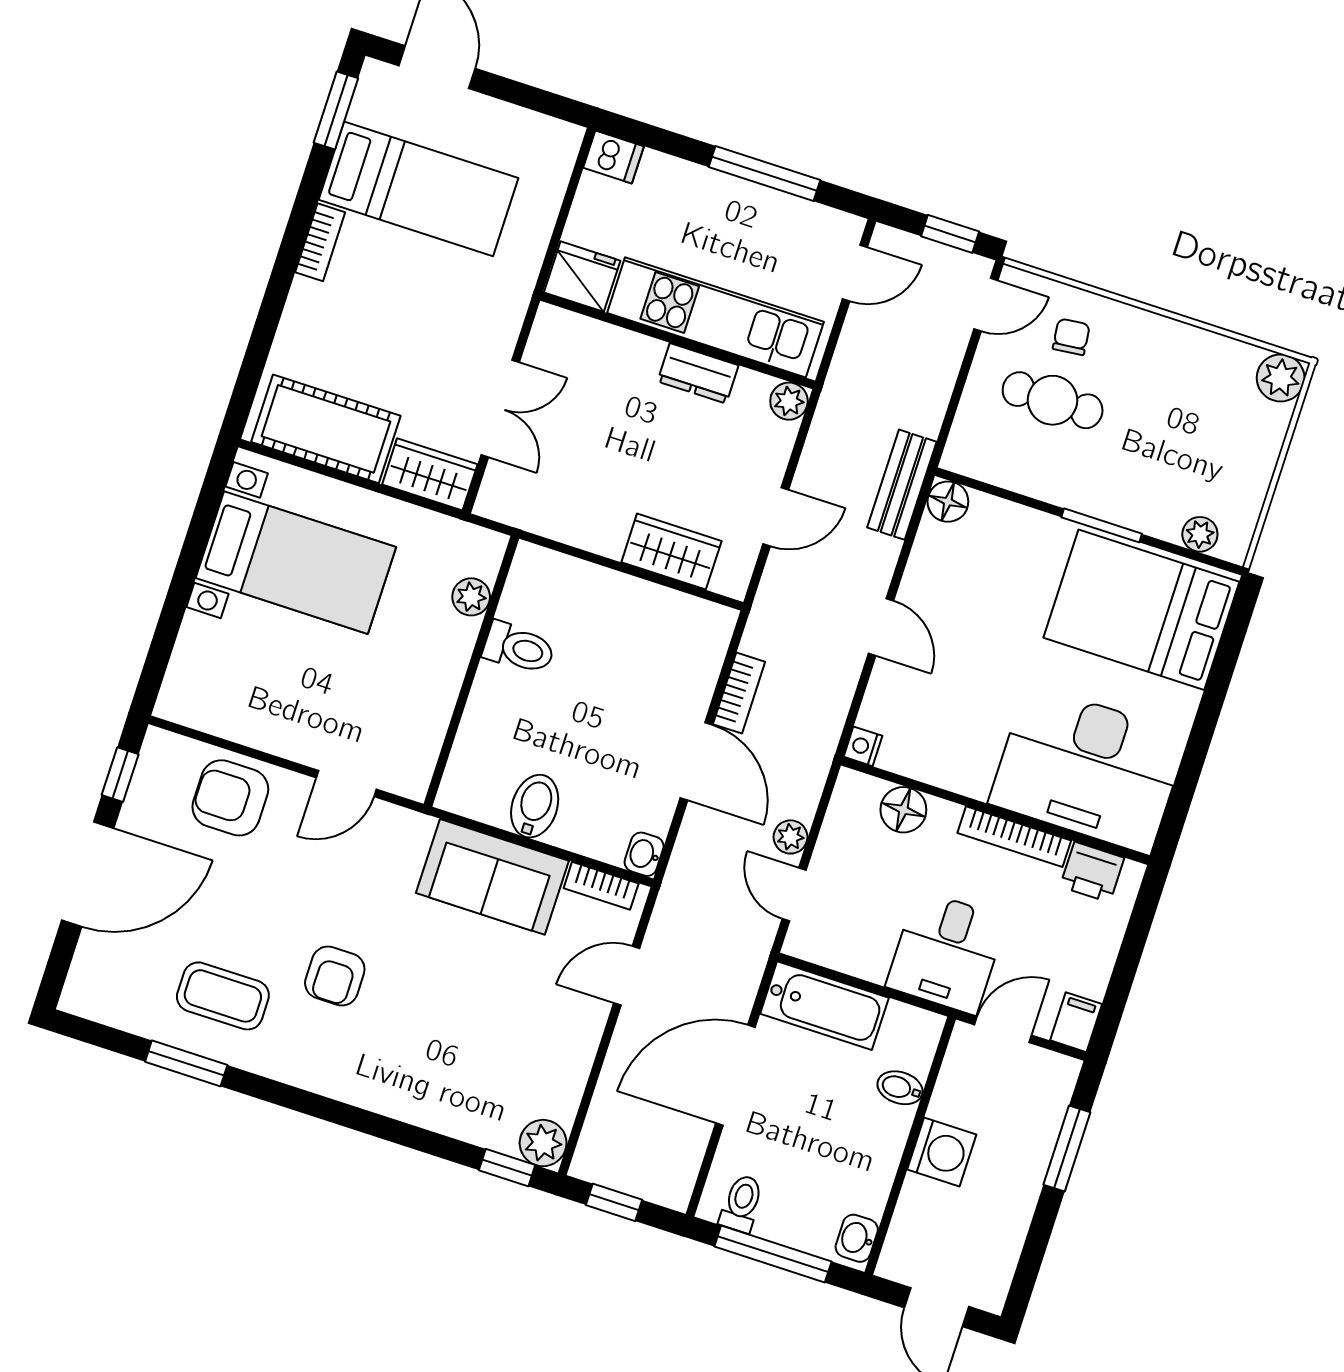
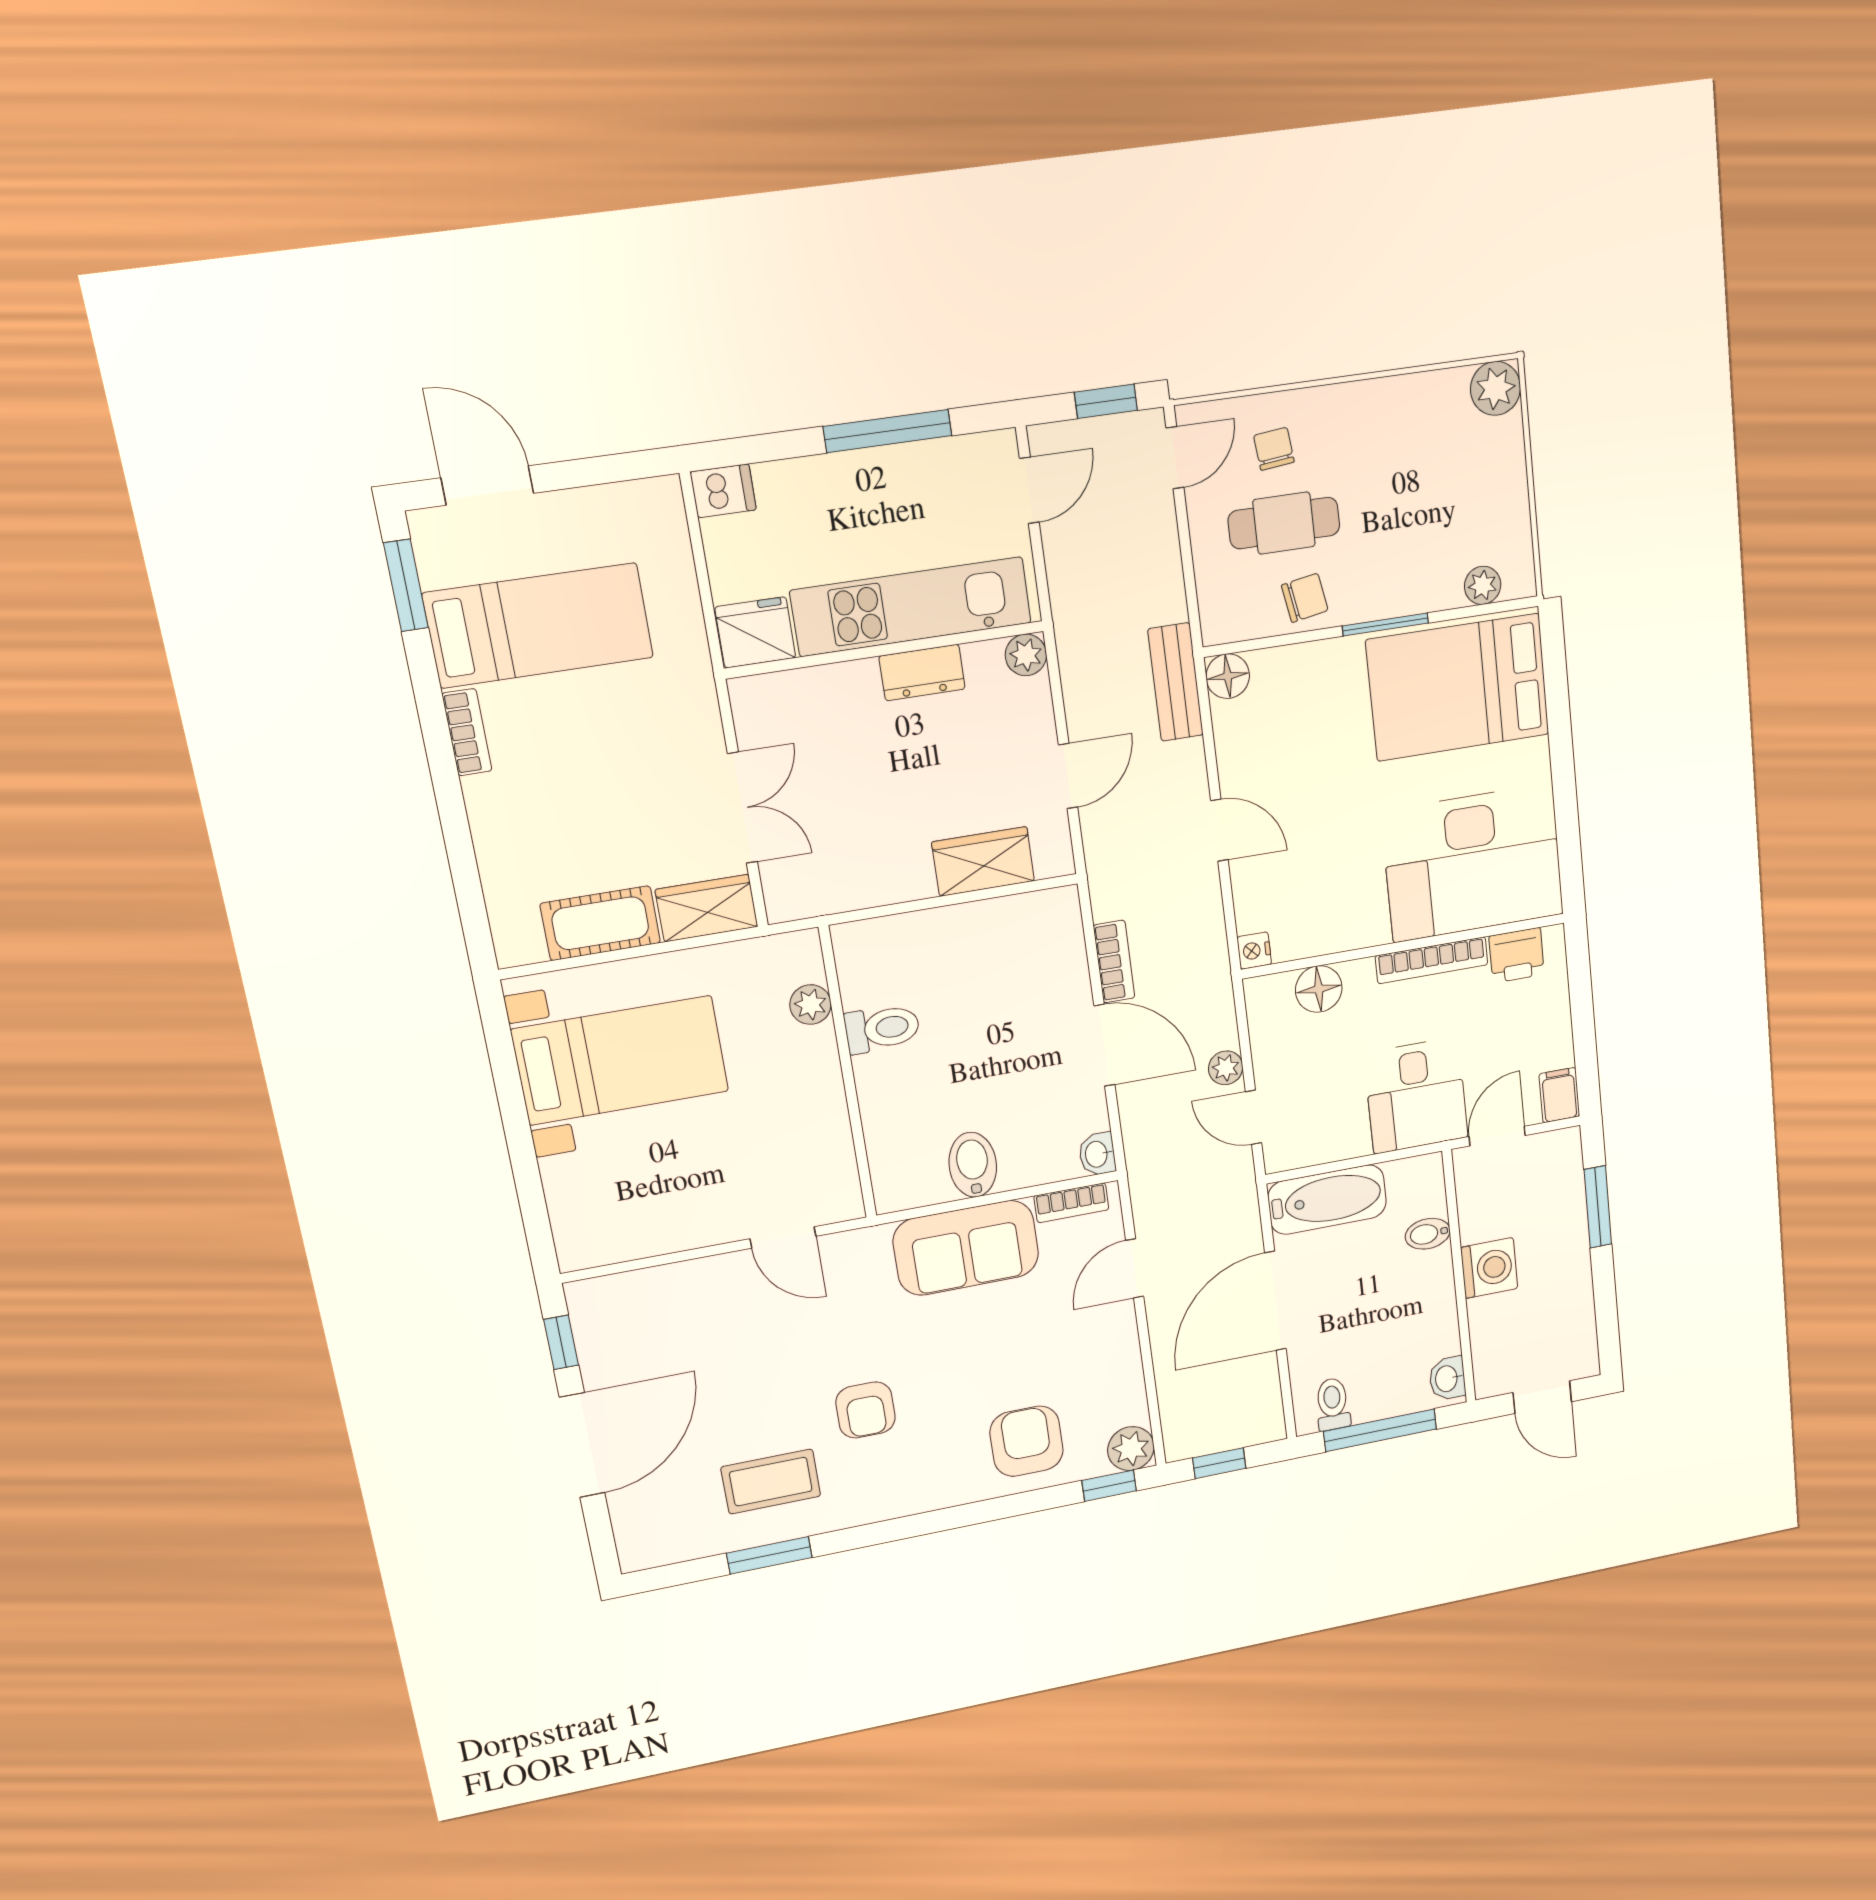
cot: (326, 429) -> (600, 923), width x0.73, depth x0.75
chair: (1042, 469) -> (1305, 598), added
door: (346, 784) -> (783, 1237), hinge flipped
armchair: (230, 798) -> (1027, 1441), moved, turned 90

